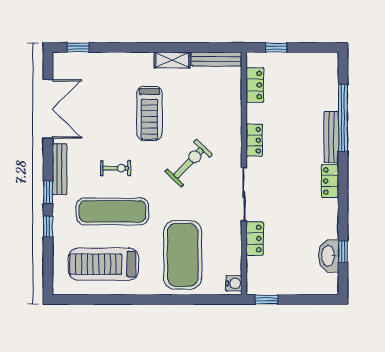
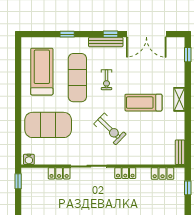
bench: (217, 59) -> (180, 152), width x0.73
shelving: (172, 60) -> (179, 99), moved
window: (48, 192) -> (111, 34), moved

